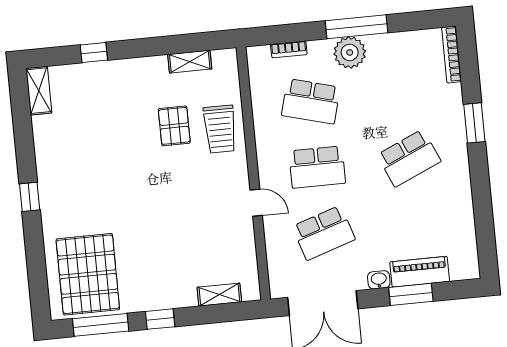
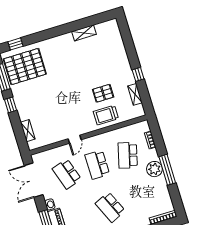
window: (94, 52) -> (138, 74), moved
shelving: (39, 91) -> (84, 33), moved
window: (30, 197) -> (16, 44), moved

